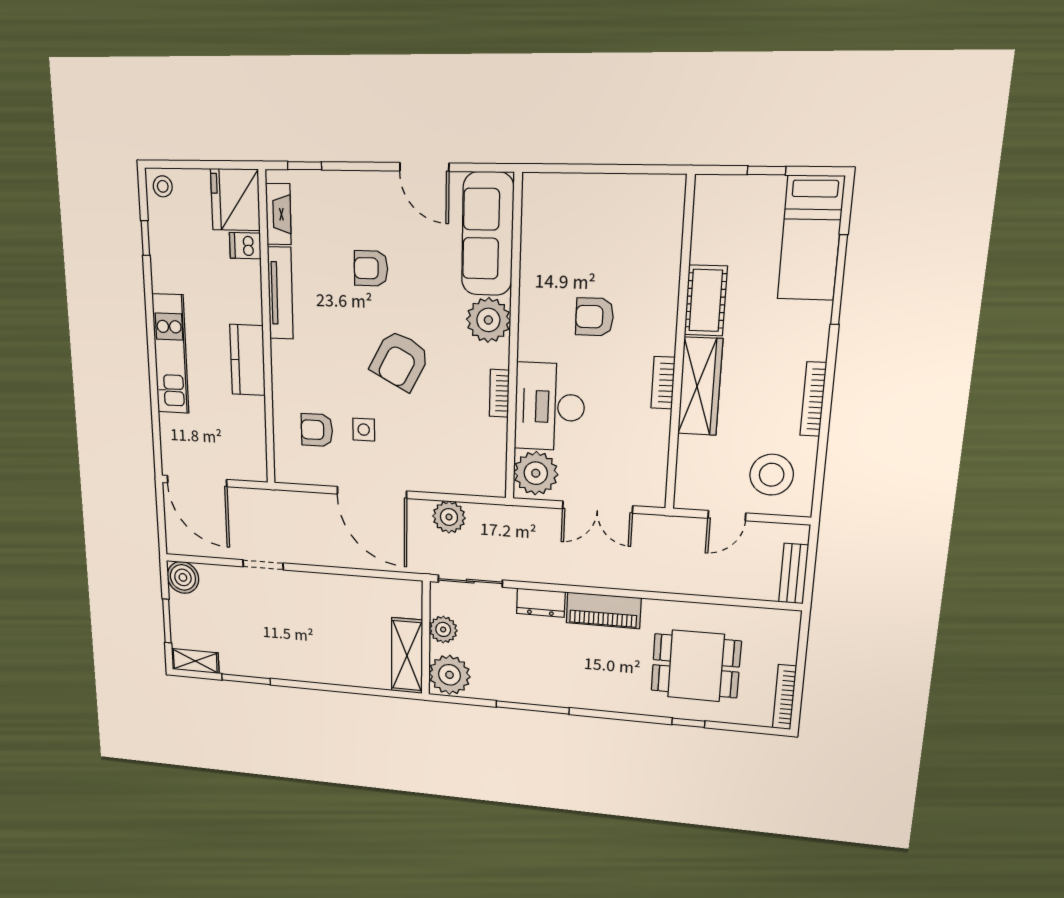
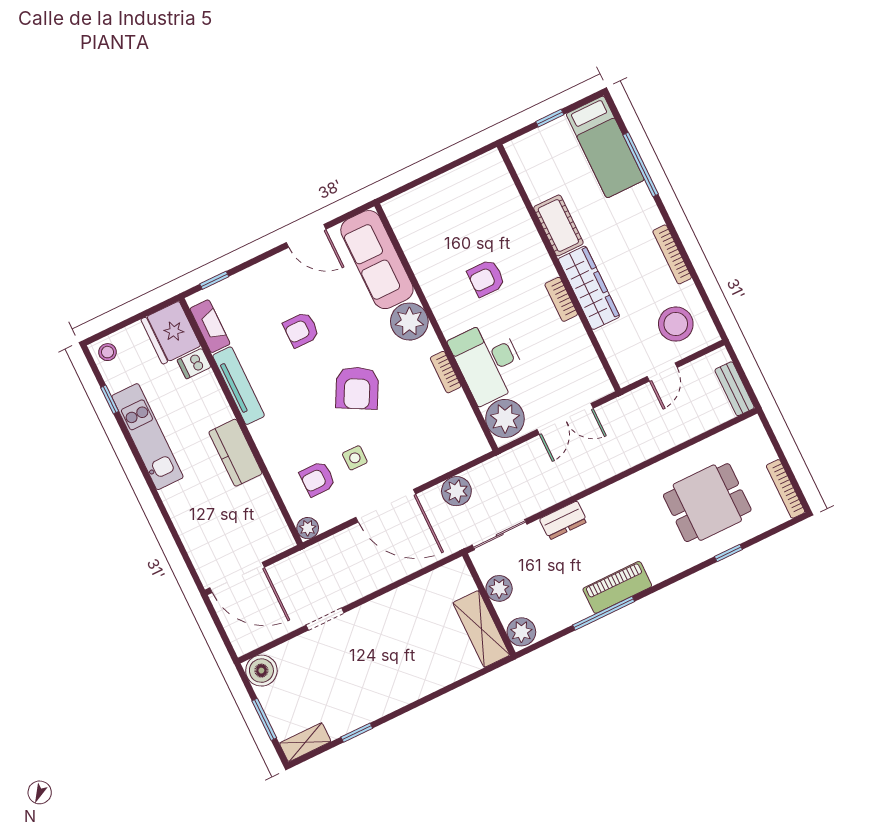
kitchen unit: (170, 354) -> (147, 437), moved
plant: (285, 472) -> (308, 528), added
piano: (604, 610) -> (617, 587), moved, turned 180
plant: (450, 675) -> (521, 632), width x0.73, depth x0.73
window: (246, 679) -> (357, 733), width x0.67

